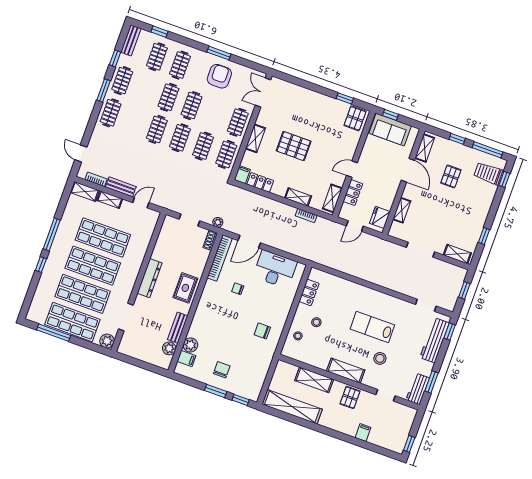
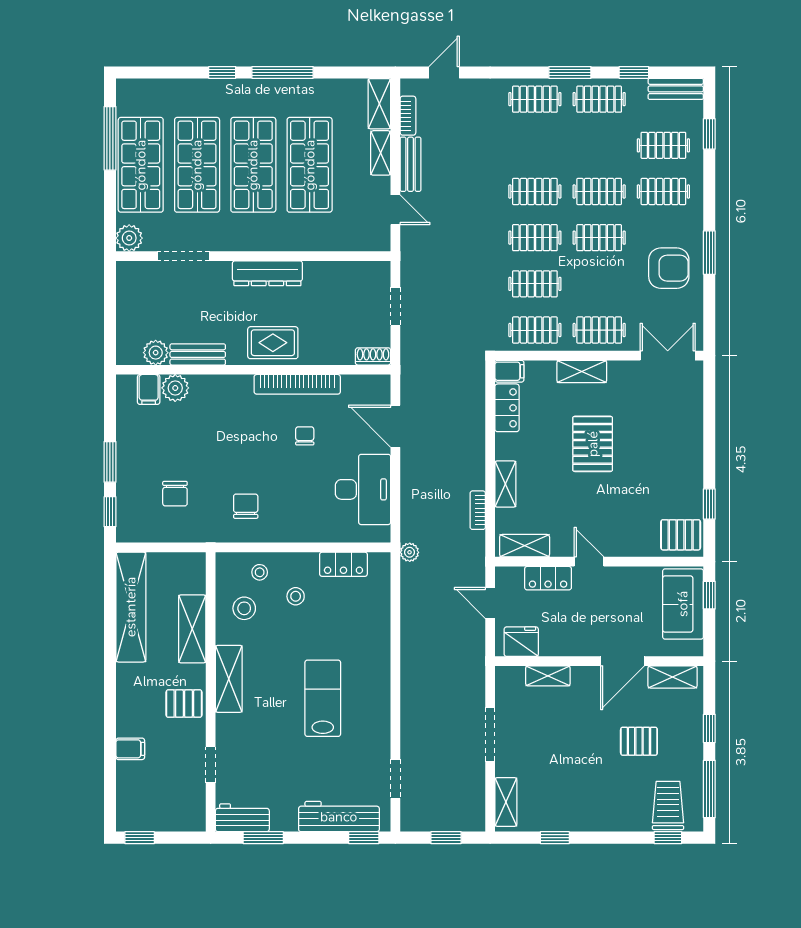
plant: (218, 222) -> (410, 552), moved
bookcase: (220, 258) -> (297, 384), moved
stool: (380, 358) -> (244, 608), moved
chair: (222, 370) -> (175, 494), moved, turned 90

